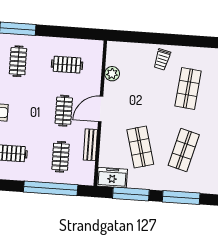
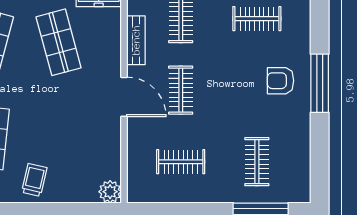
plant: (112, 74) -> (110, 192), moved
door: (101, 109) -> (124, 97), hinge flipped

